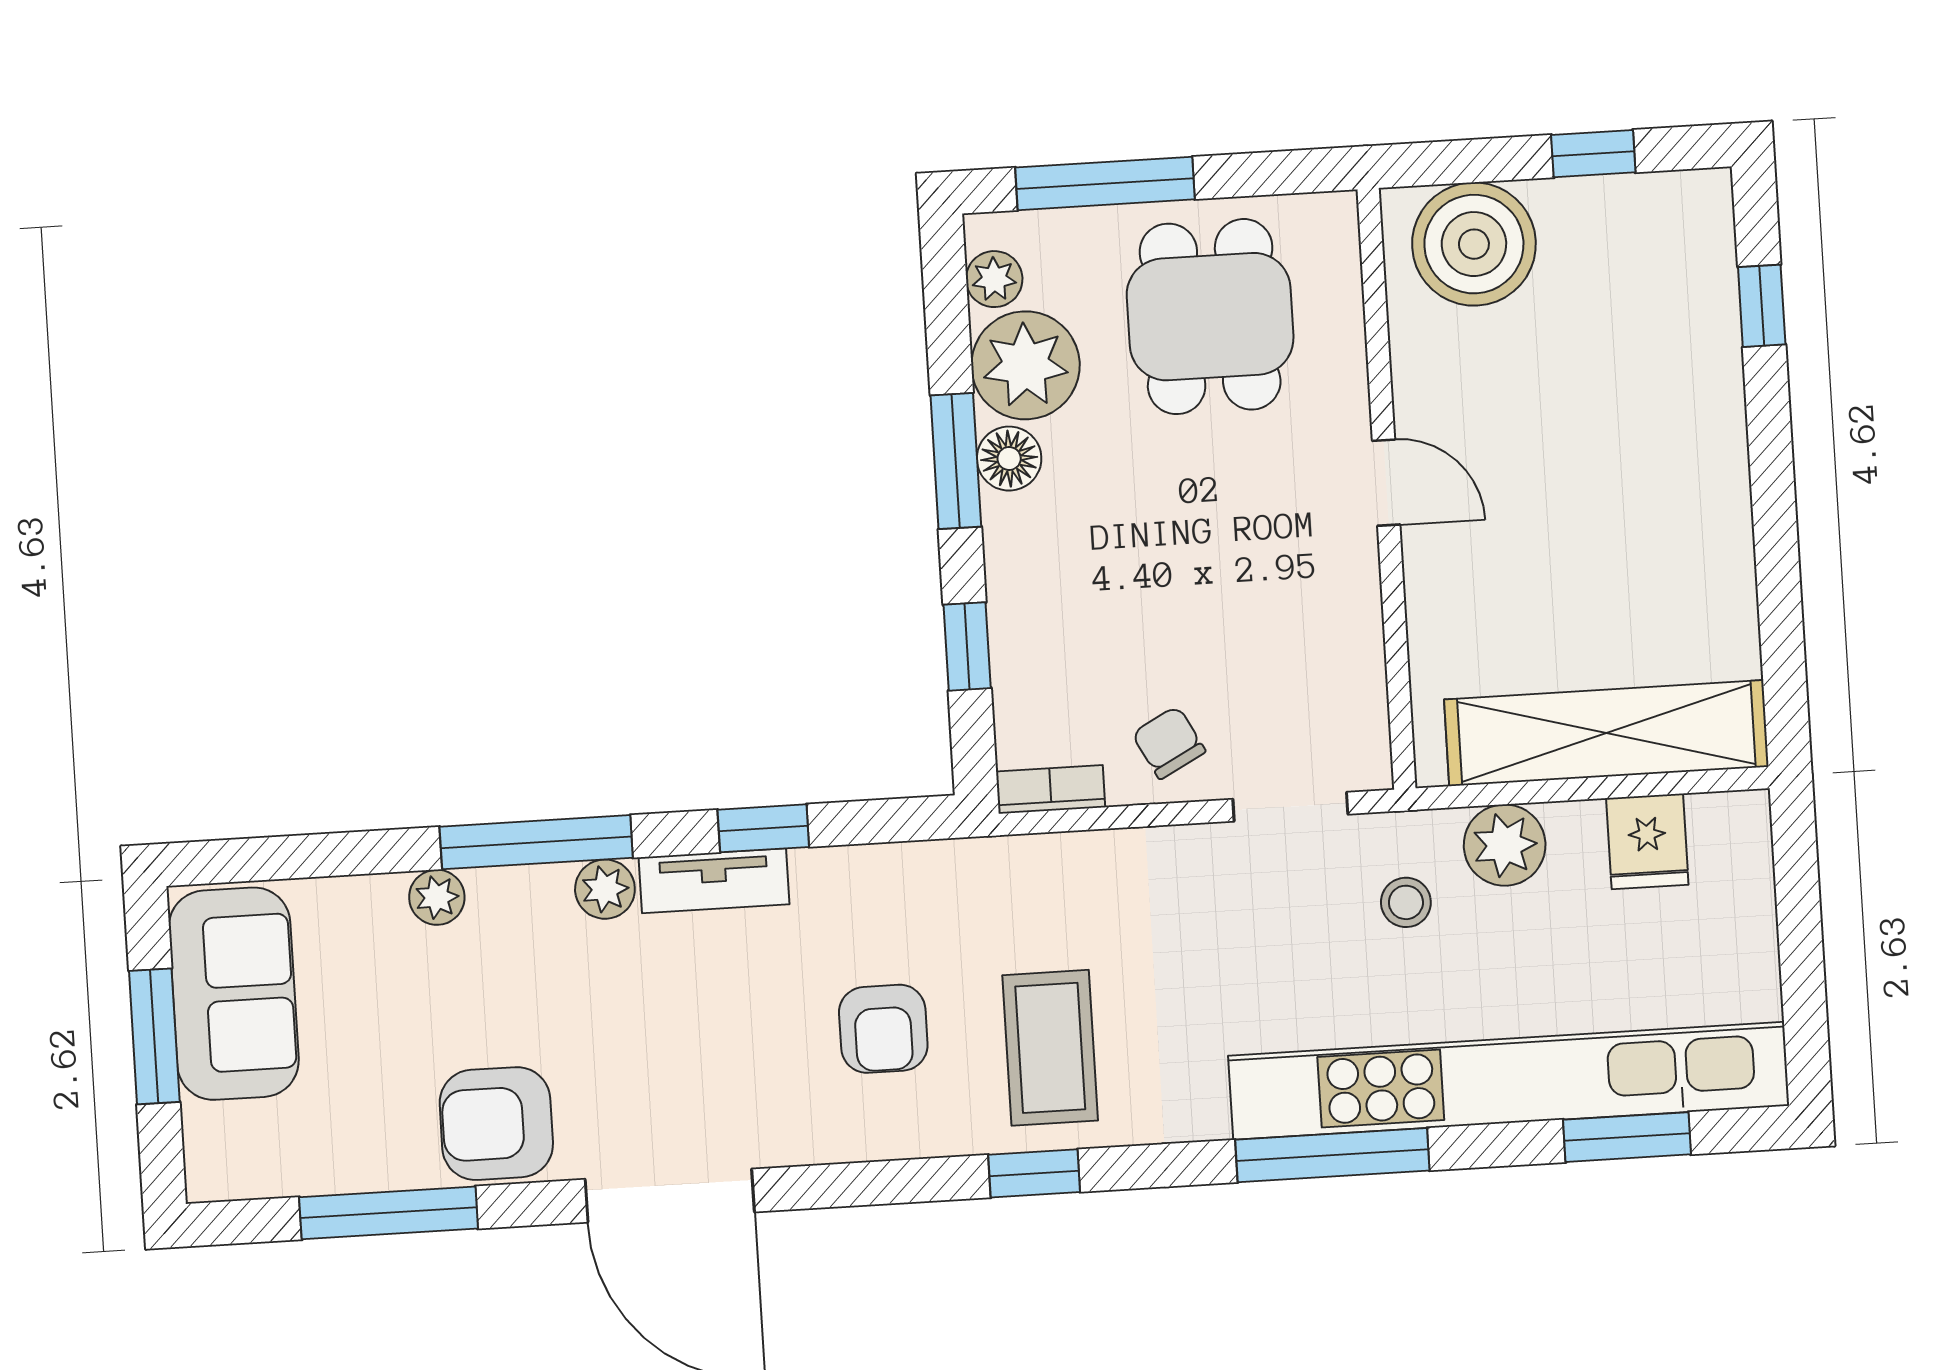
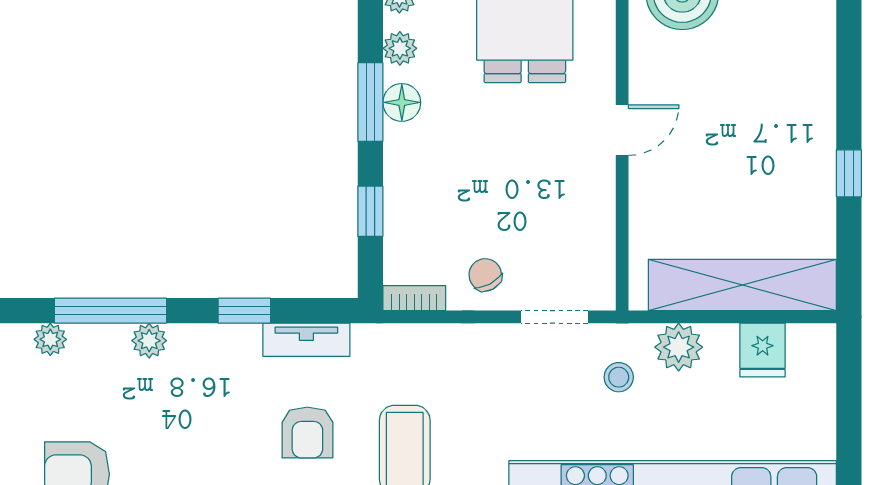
window: (1762, 306) -> (849, 173), moved
plant: (1025, 365) -> (400, 48), width x0.53, depth x0.53
door: (1386, 483) -> (622, 130), hinge flipped
tv unit: (714, 881) -> (306, 340), moved

